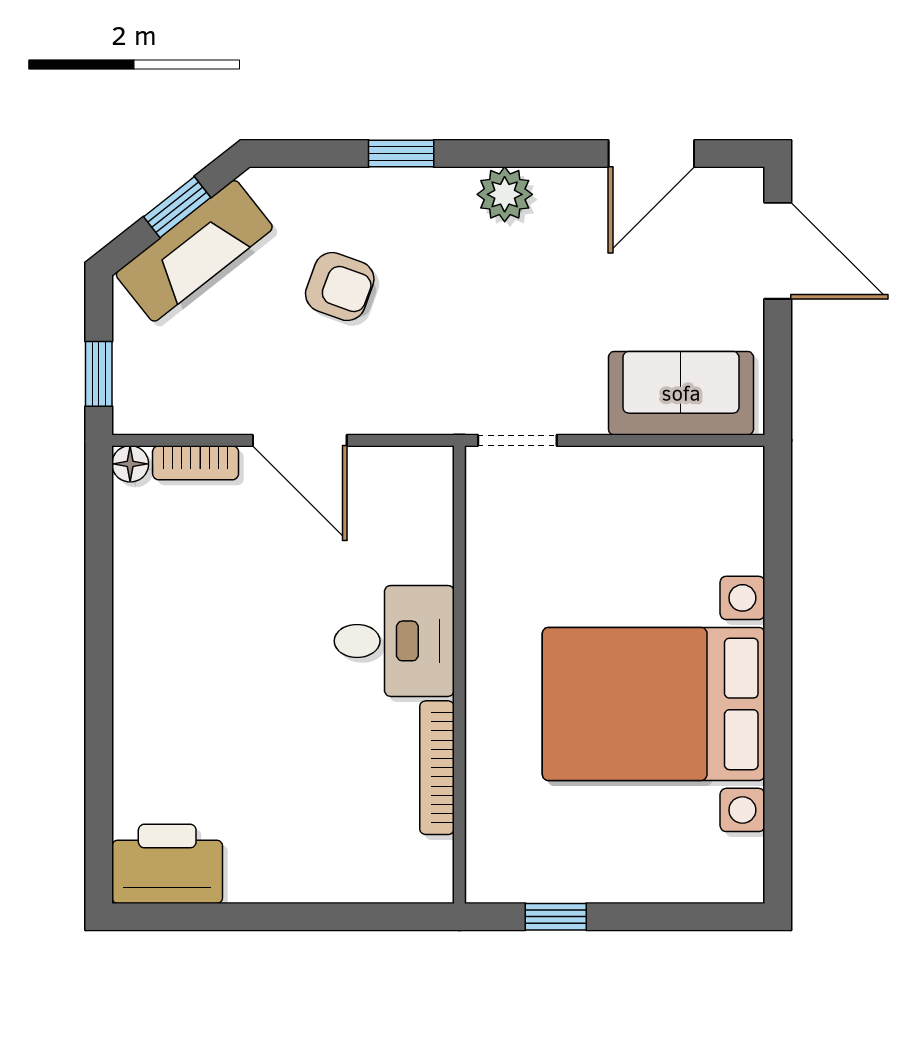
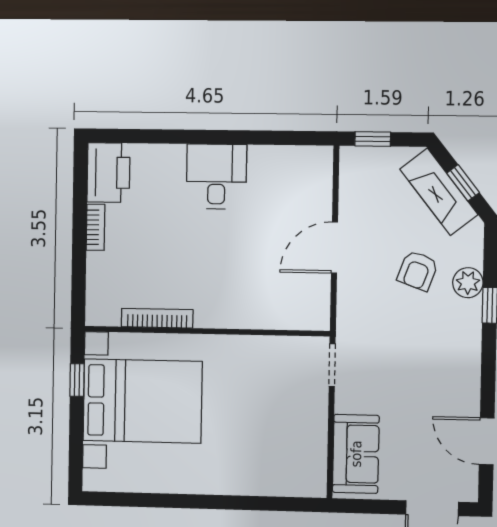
plant: (505, 194) -> (468, 283), moved
bookcase: (196, 463) -> (96, 227), moved, turned 180
floor lamp: (130, 464) -> (324, 155), removed
desk: (394, 641) -> (216, 177), moved, turned 180
bed with nightstands: (654, 704) -> (143, 401), moved, turned 90

